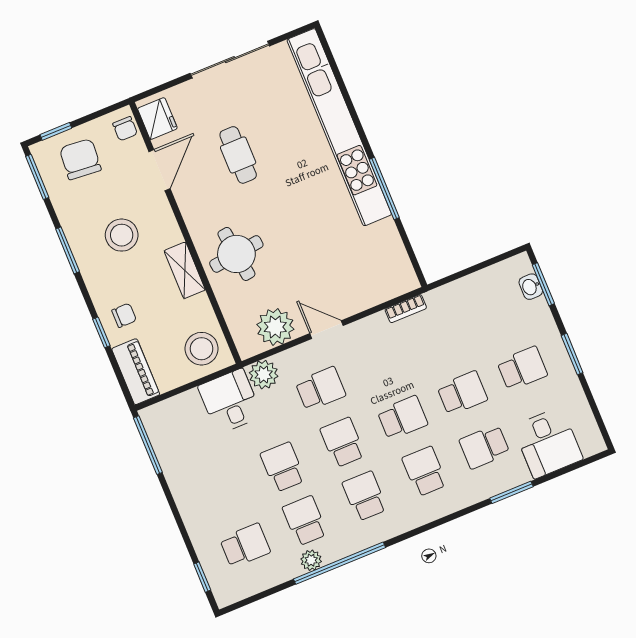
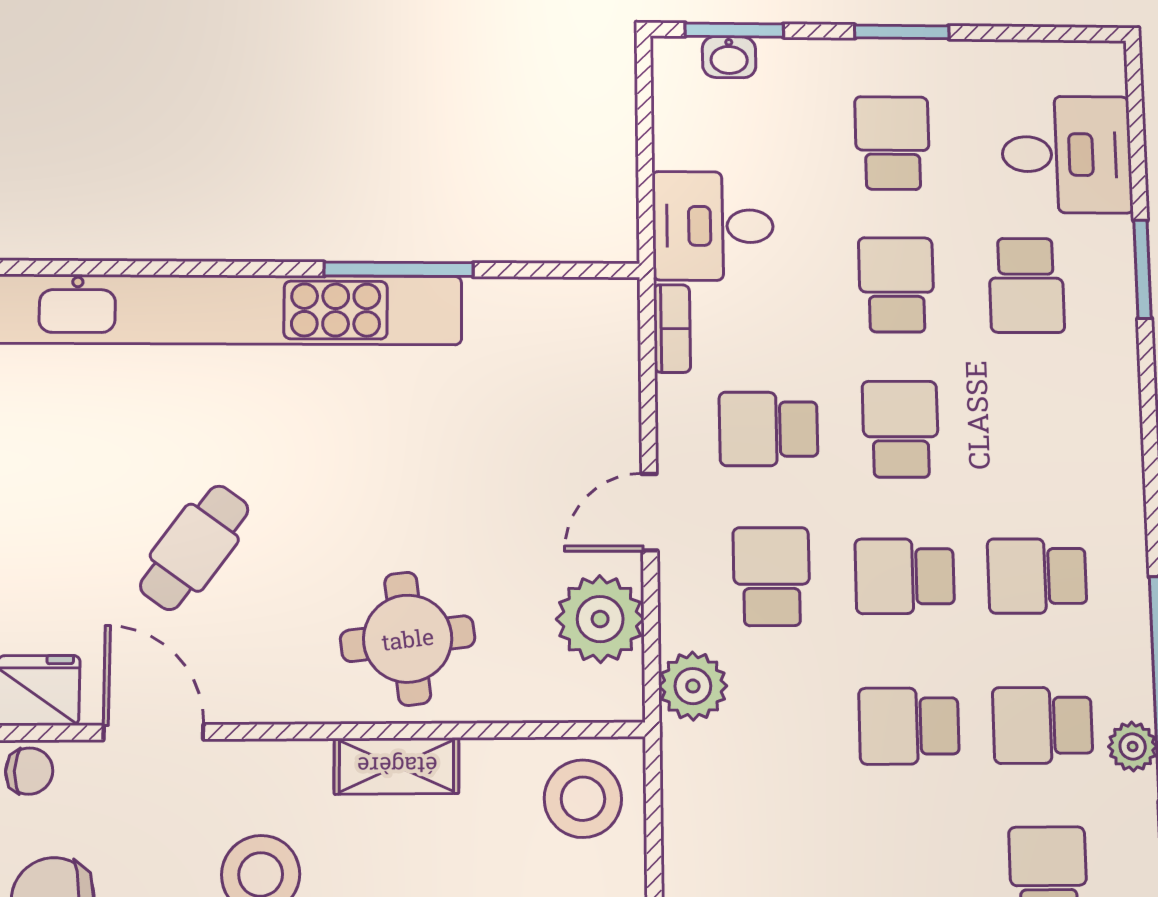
cafe table: (238, 155) -> (194, 548), turned -54
desk: (230, 401) -> (713, 226), moved
school desk: (425, 471) -> (769, 429), moved

